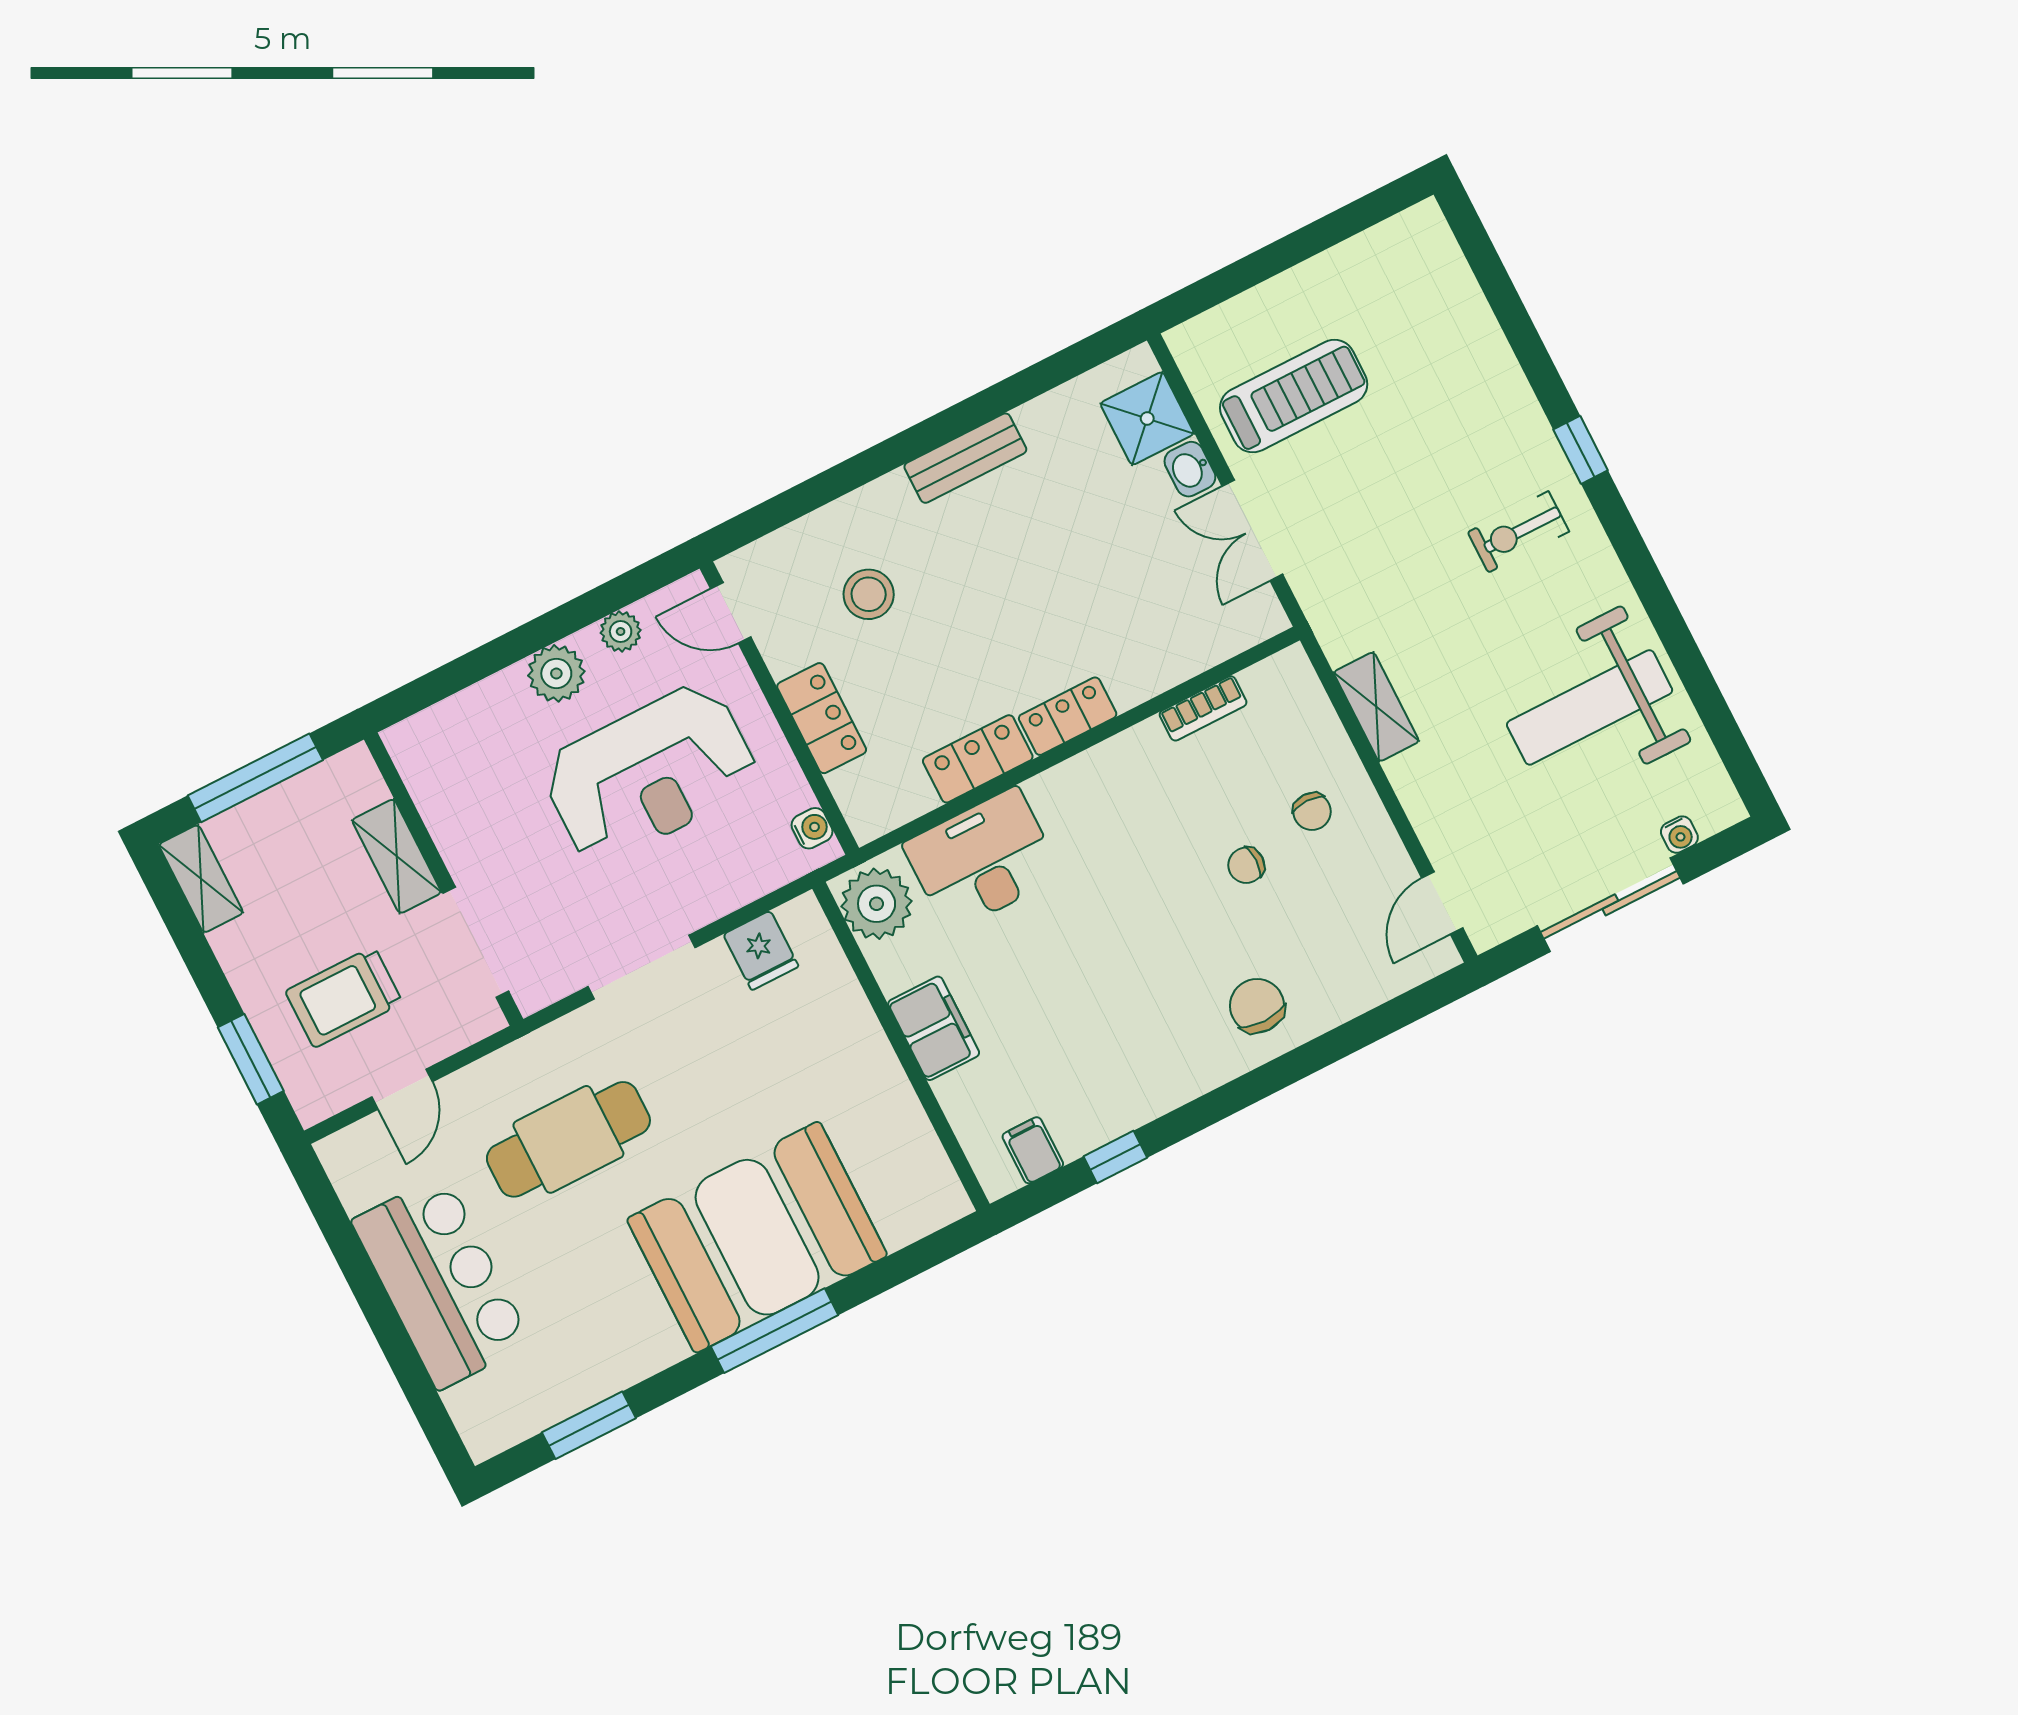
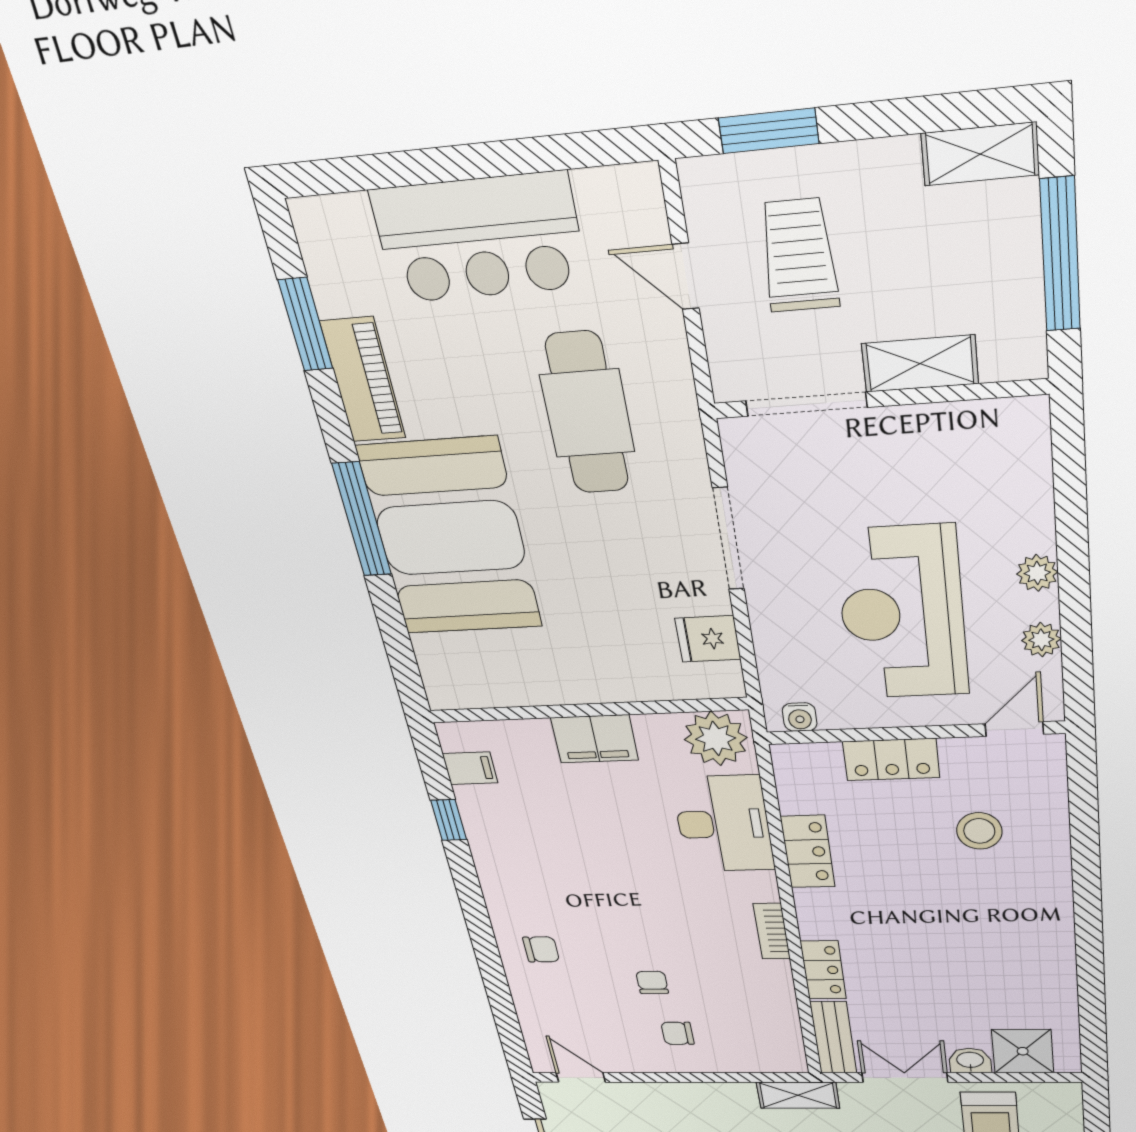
bench: (965, 458) -> (833, 1038), moved
plant: (556, 673) -> (1037, 573), width x0.73, depth x0.73
shelving: (1376, 707) -> (798, 1095), moved
bookcase: (1203, 708) -> (772, 931), moved
locker: (1068, 716) -> (823, 970), moved
chair: (1257, 1006) -> (541, 949), width x0.73, depth x0.73
piano: (623, 1360) -> (363, 380), added

